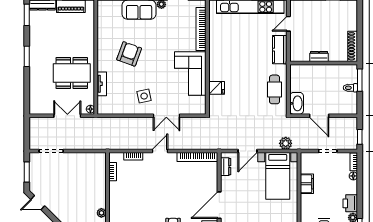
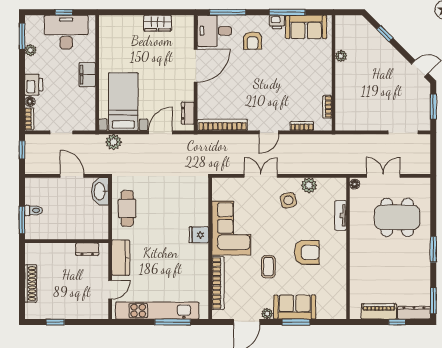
coffee table: (160, 42) -> (268, 267), added
shoe rack: (353, 46) -> (31, 284), moved
armchair: (129, 54) -> (307, 252), turned -110
dresser: (319, 56) -> (87, 249), moved
dining table: (72, 73) -> (397, 217), moved
fridge: (217, 88) -> (199, 235), moved
plant: (127, 108) -> (309, 185), added
double door: (67, 116) -> (383, 176), swing flipped
filing cabinet: (307, 184) -> (87, 75), moved
printer: (350, 203) -> (34, 85), moved

